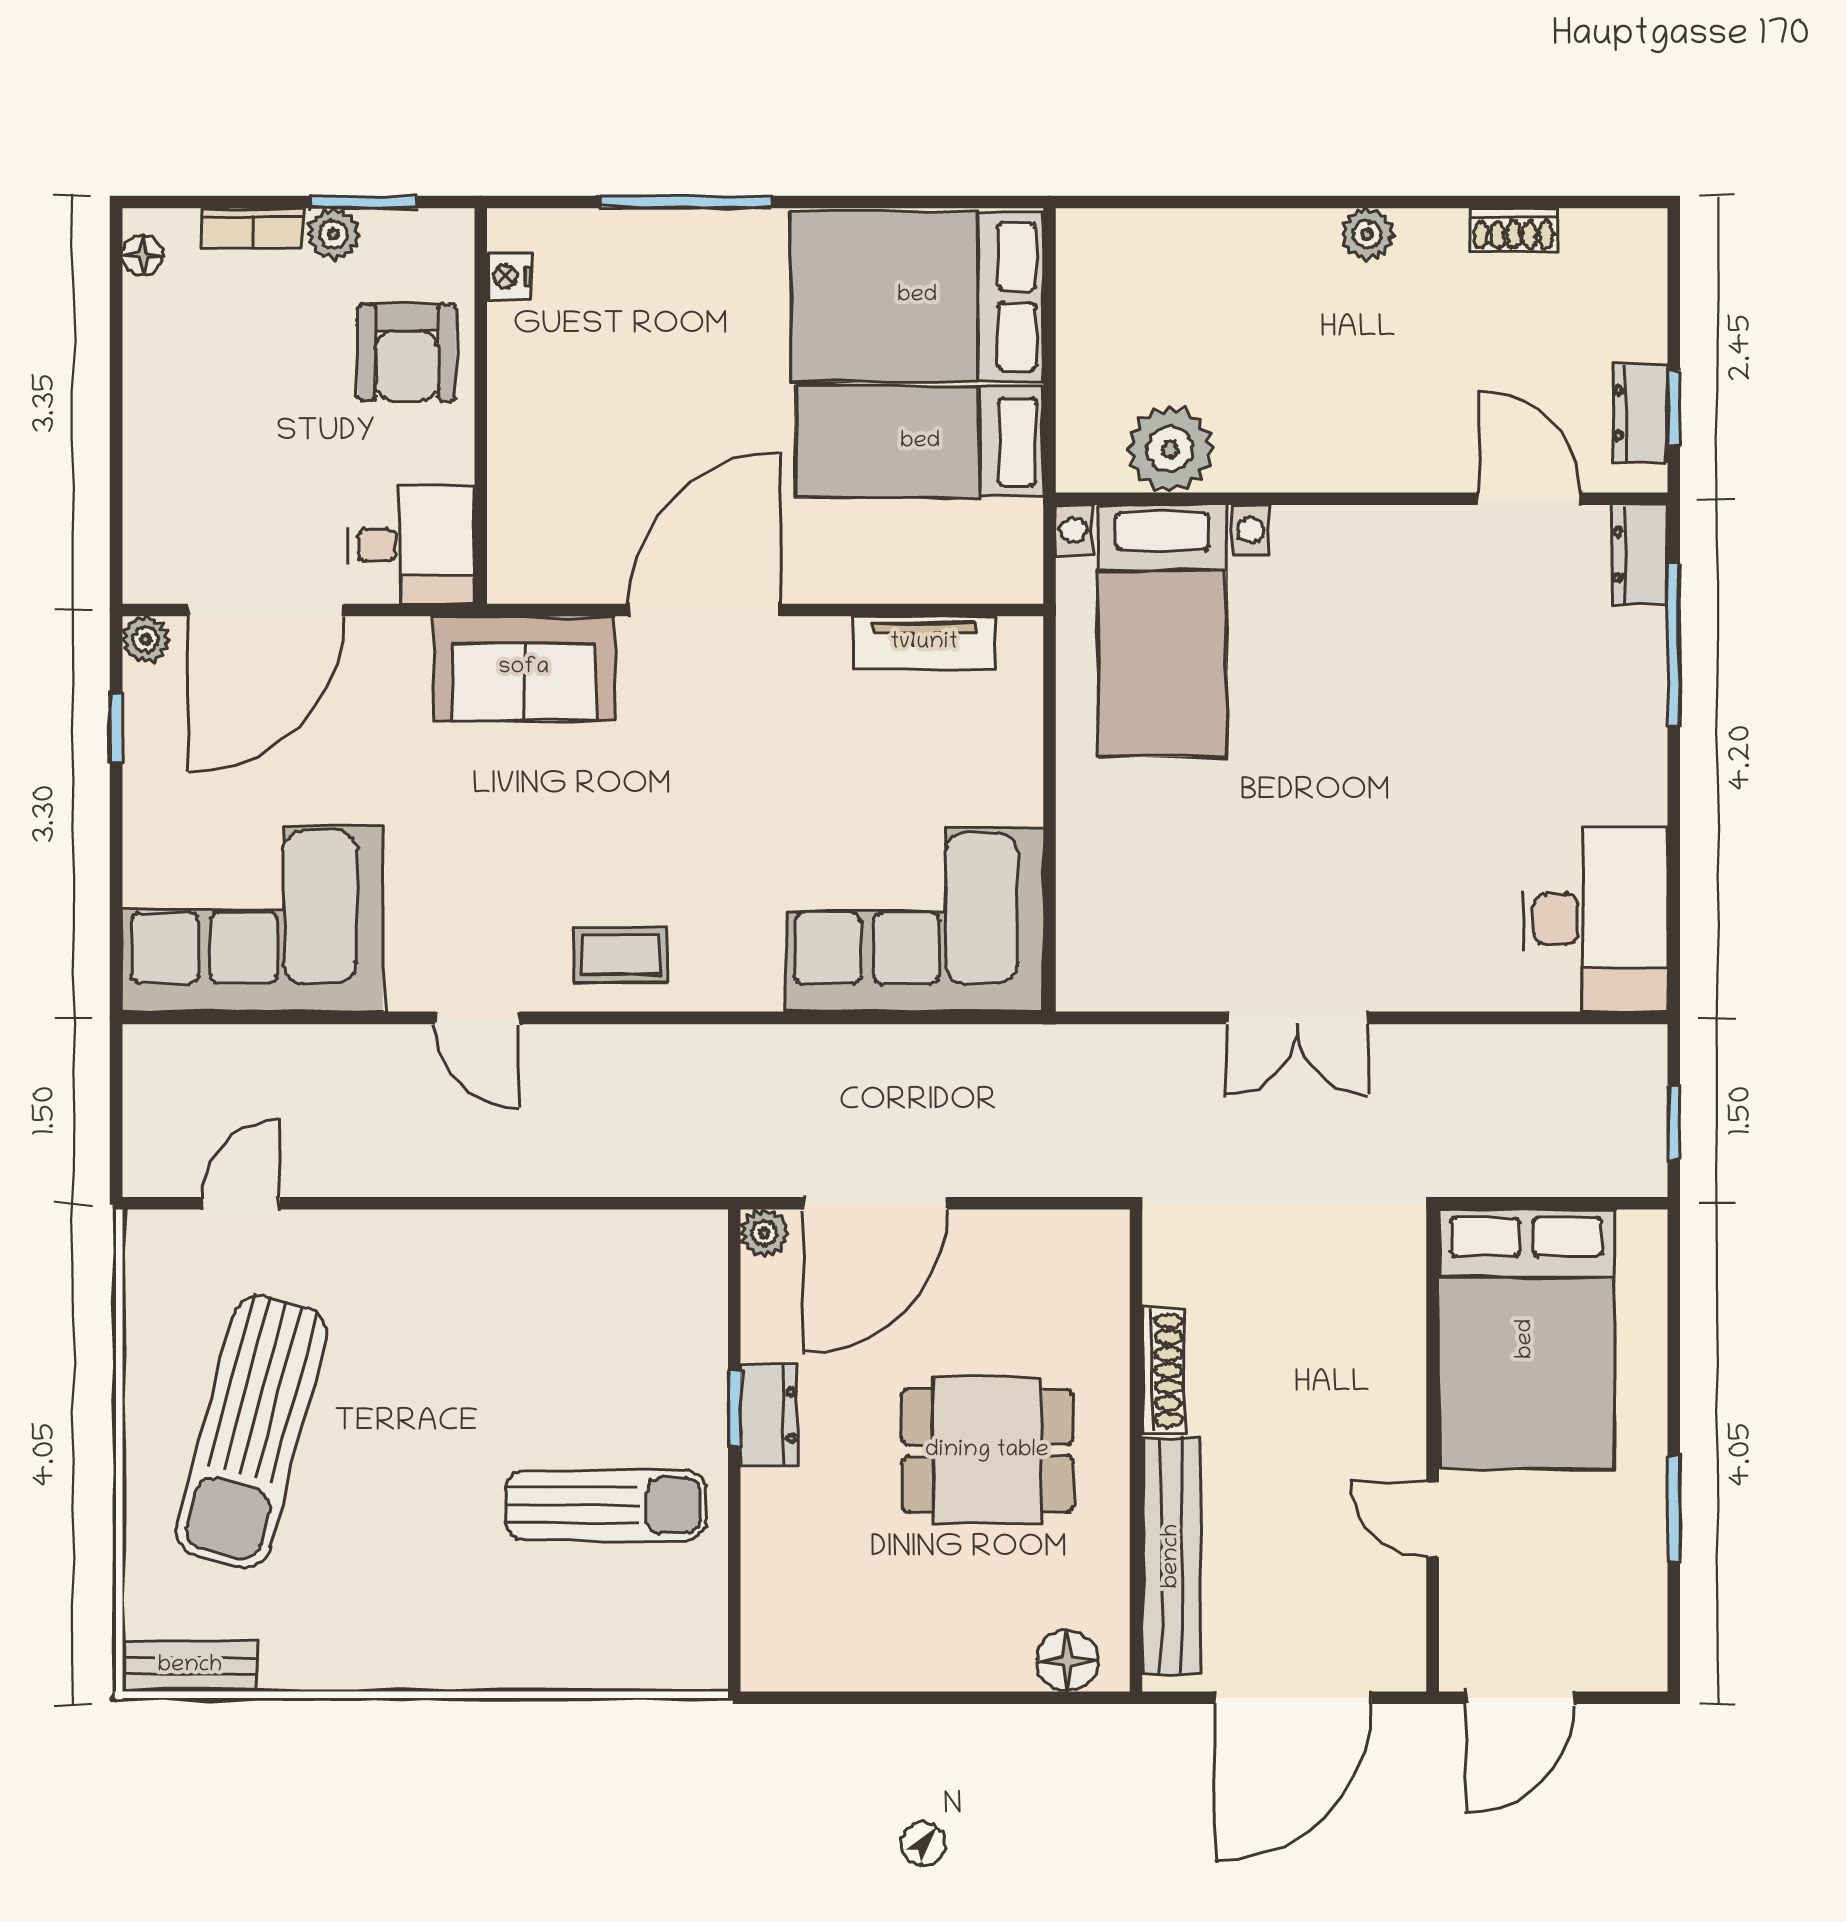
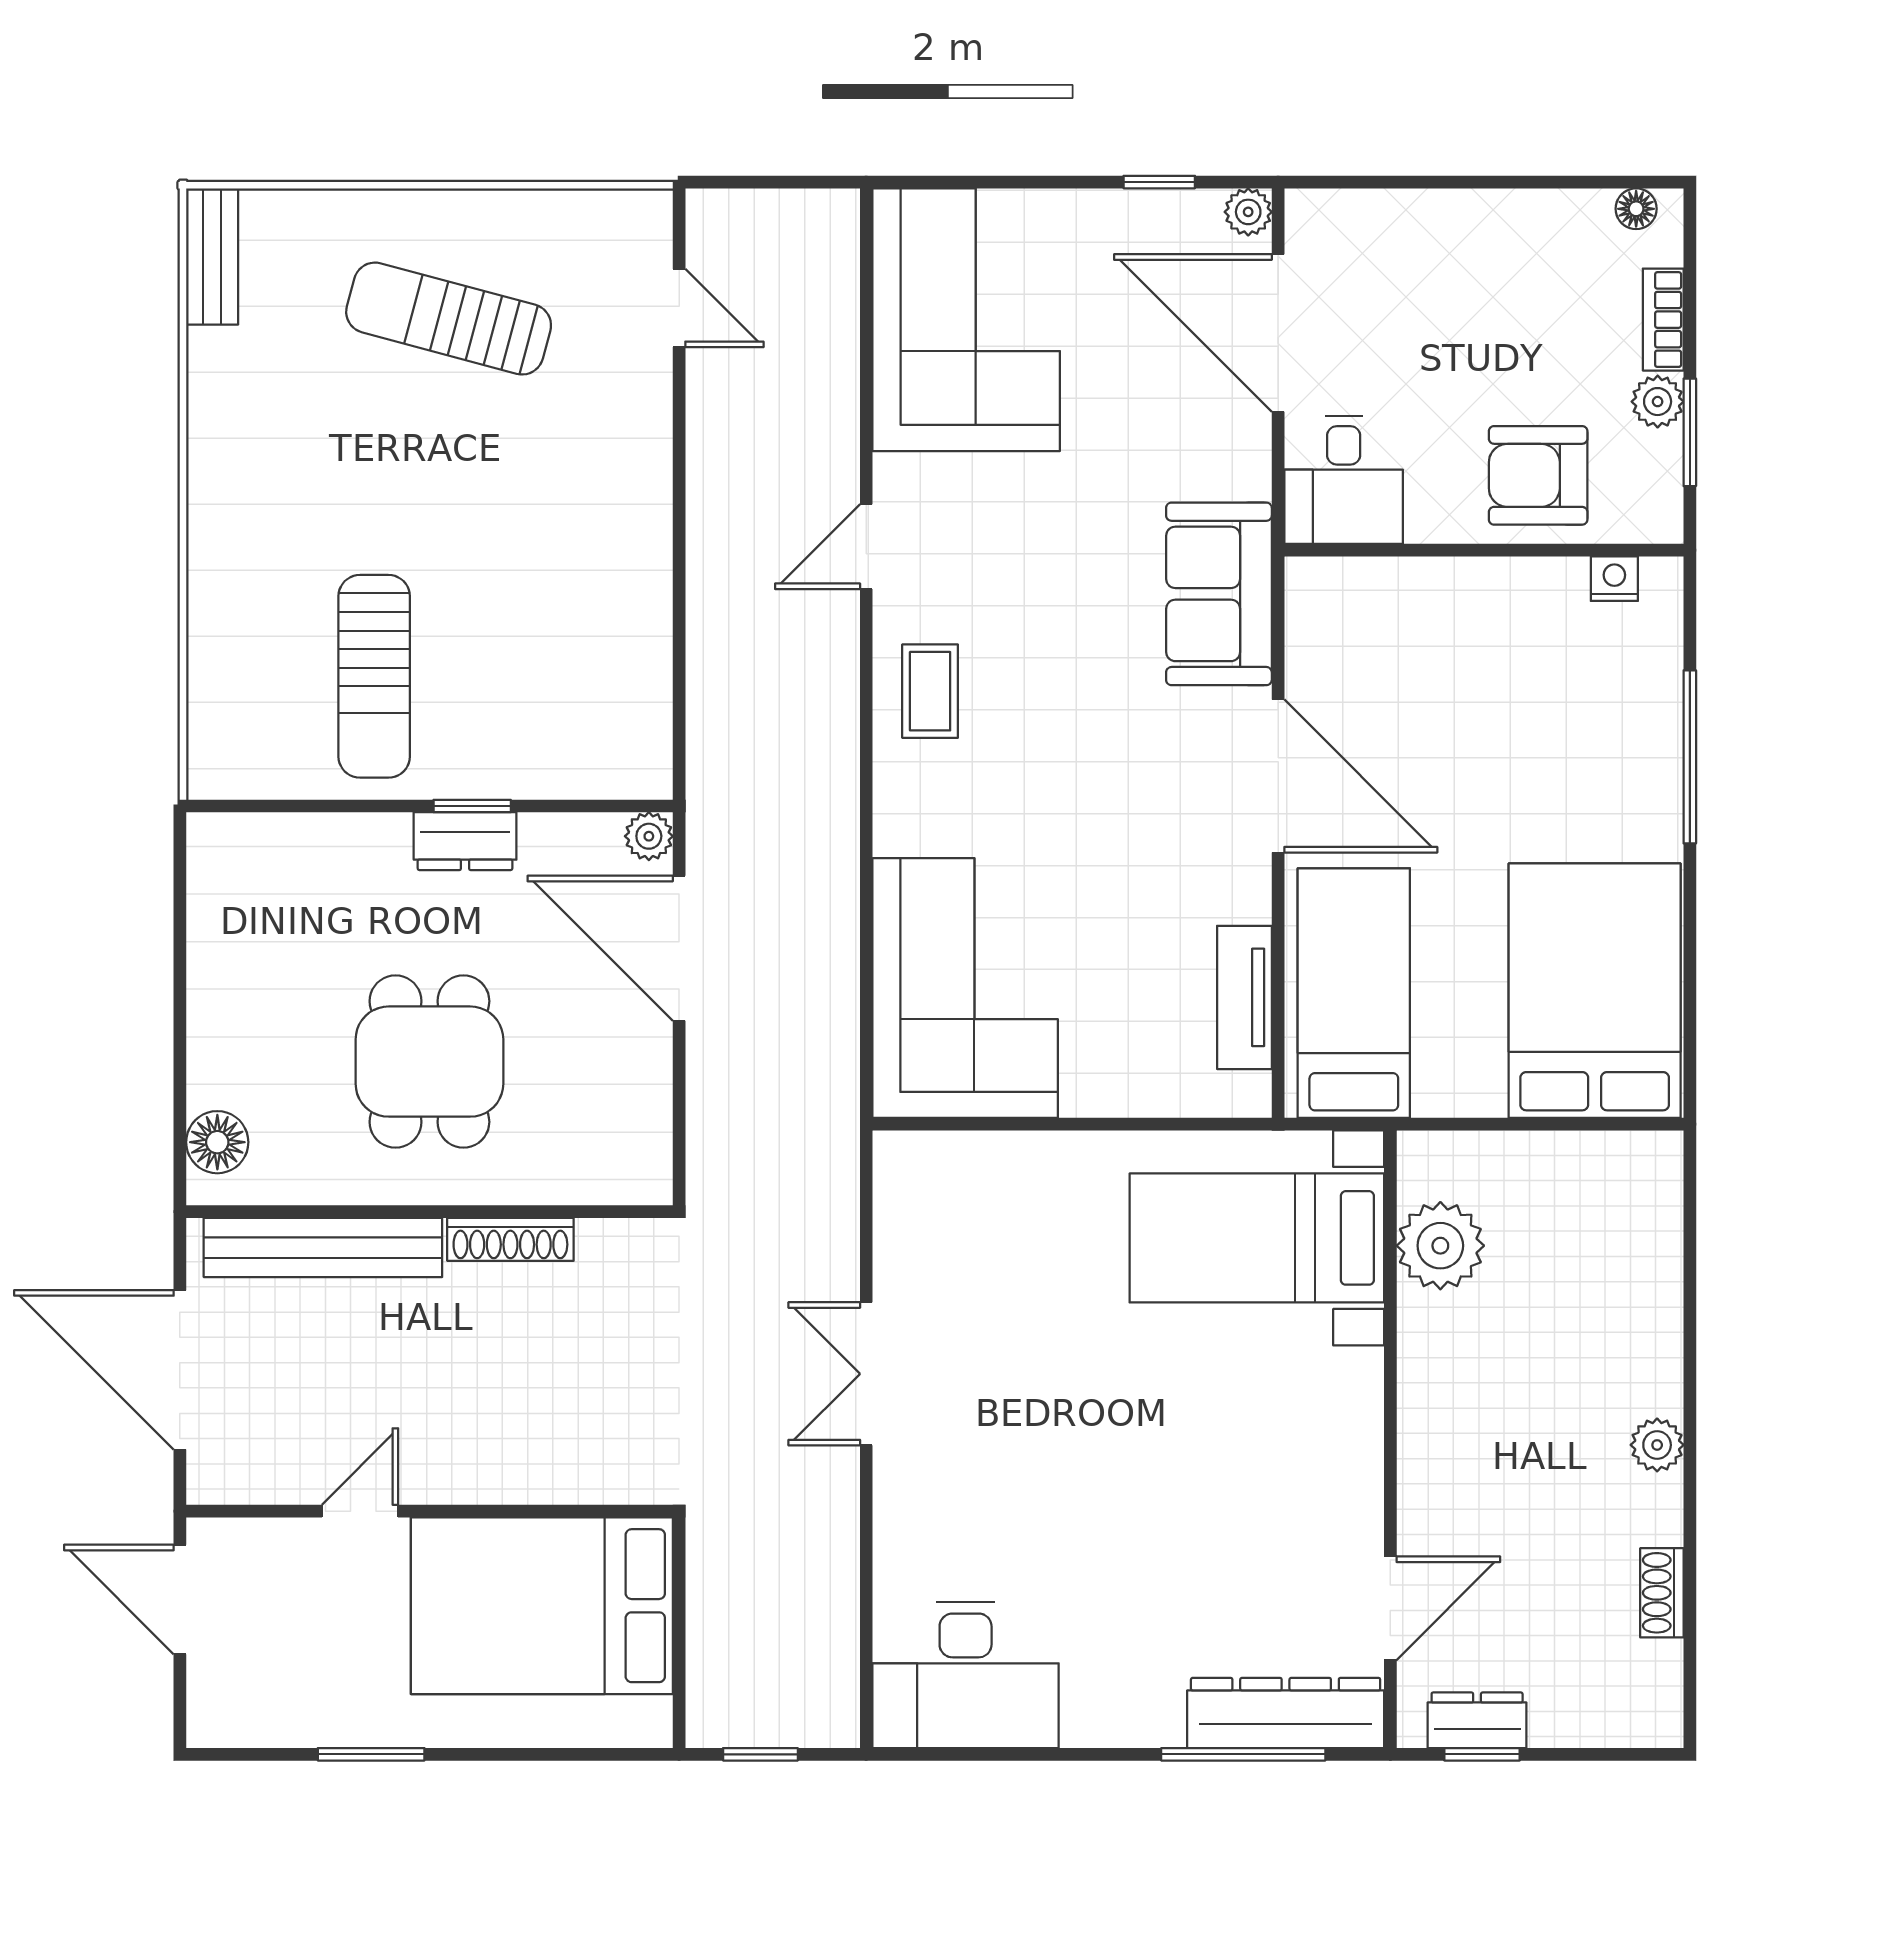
bed: (920, 442) -> (1354, 993), moved
dresser: (1640, 555) -> (1286, 1713), width x1.96, depth x1.24
sun lounger: (251, 1432) -> (449, 319), width x0.73, depth x0.75

